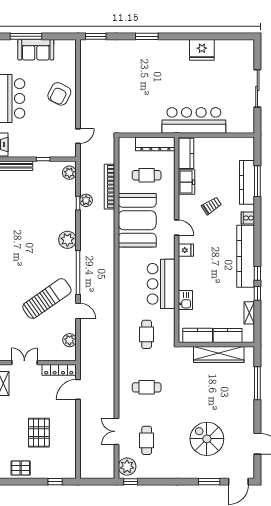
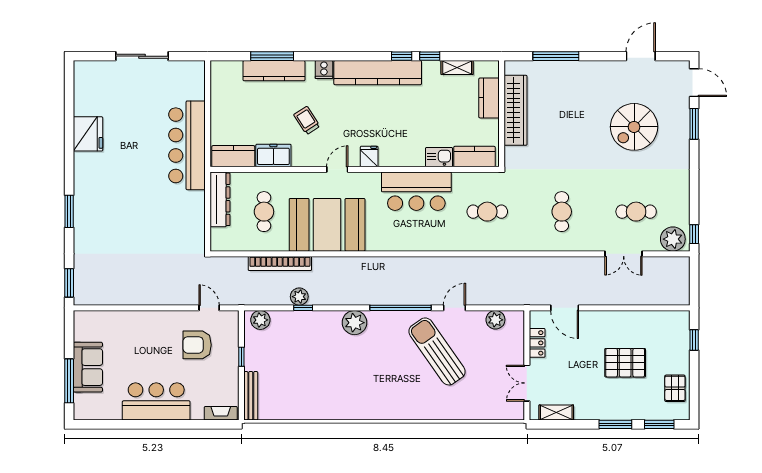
armchair: (59, 94) -> (197, 345), moved, turned 153
kitchen counter: (198, 335) -> (474, 157), moved, turned 90
locker: (59, 370) -> (537, 343), width x0.66

